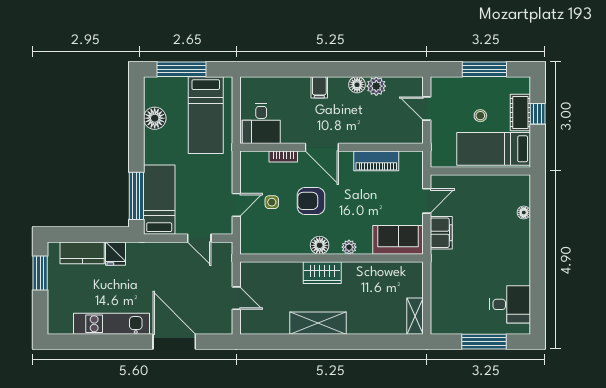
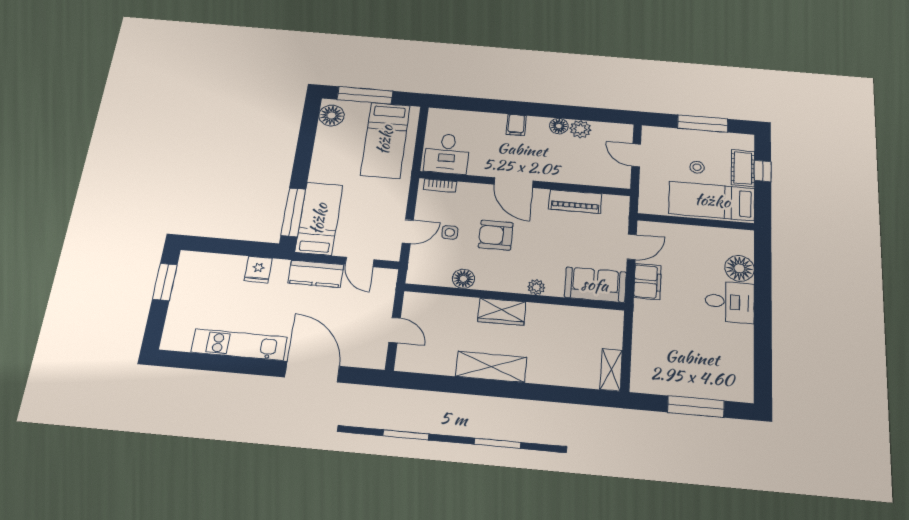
floor lamp: (155, 118) -> (331, 115), moved
bookcase: (283, 157) -> (440, 186), moved
floor lamp: (524, 213) -> (739, 268), width x1.89, depth x1.89
floor lamp: (320, 245) -> (463, 279), moved
kitchen counter: (82, 253) -> (316, 274), moved
desk: (510, 304) -> (730, 302), moved

